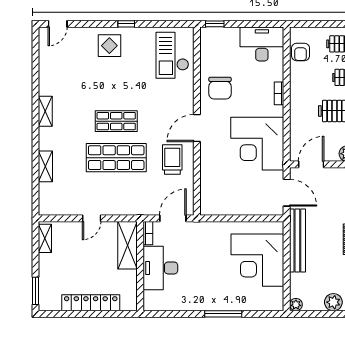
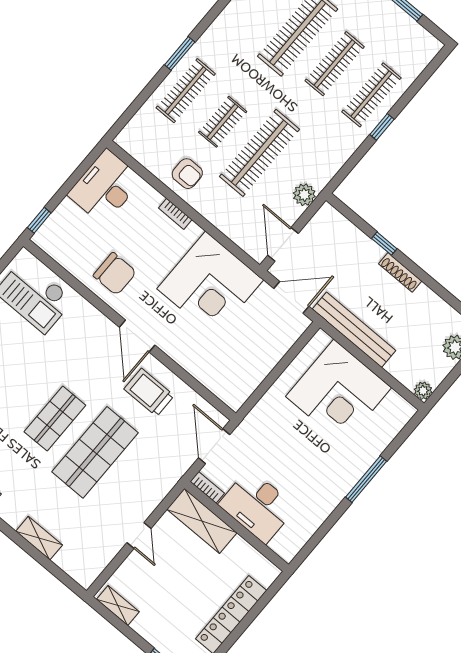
armchair: (301, 52) -> (187, 174), moved

